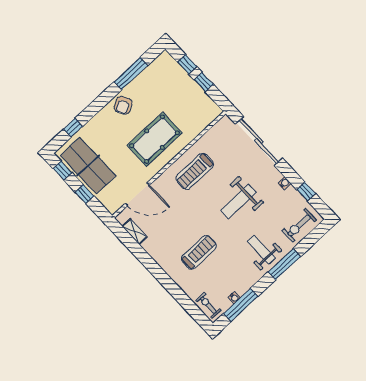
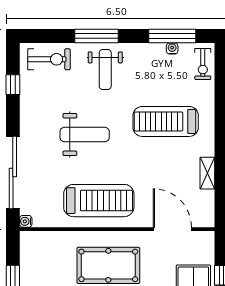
treadmill: (195, 171) -> (99, 201), width x1.37, depth x1.38
water cooler: (284, 183) -> (26, 221), moved
shelving: (135, 232) -> (207, 173), moved
treadmill: (199, 252) -> (166, 121), width x1.37, depth x1.38

